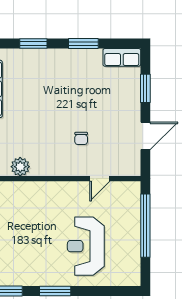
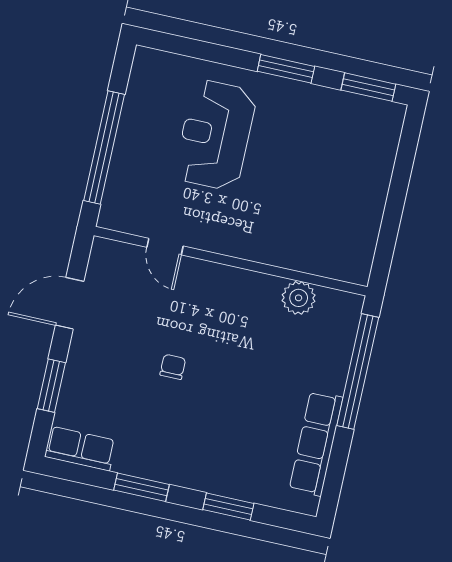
chair: (81, 138) -> (173, 367), moved
door: (100, 179) -> (165, 247), swing flipped
reception desk: (86, 246) -> (215, 135), turned 180

